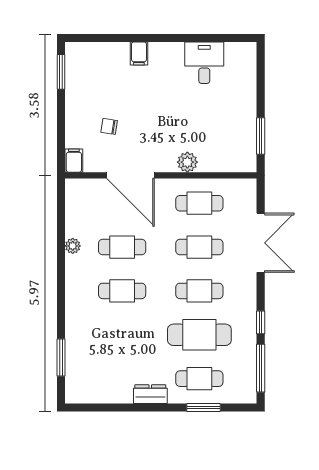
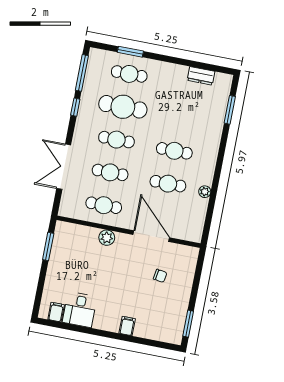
filing cabinet: (74, 161) -> (56, 312), moved, turned 180
dresser: (150, 394) -> (201, 76), moved

